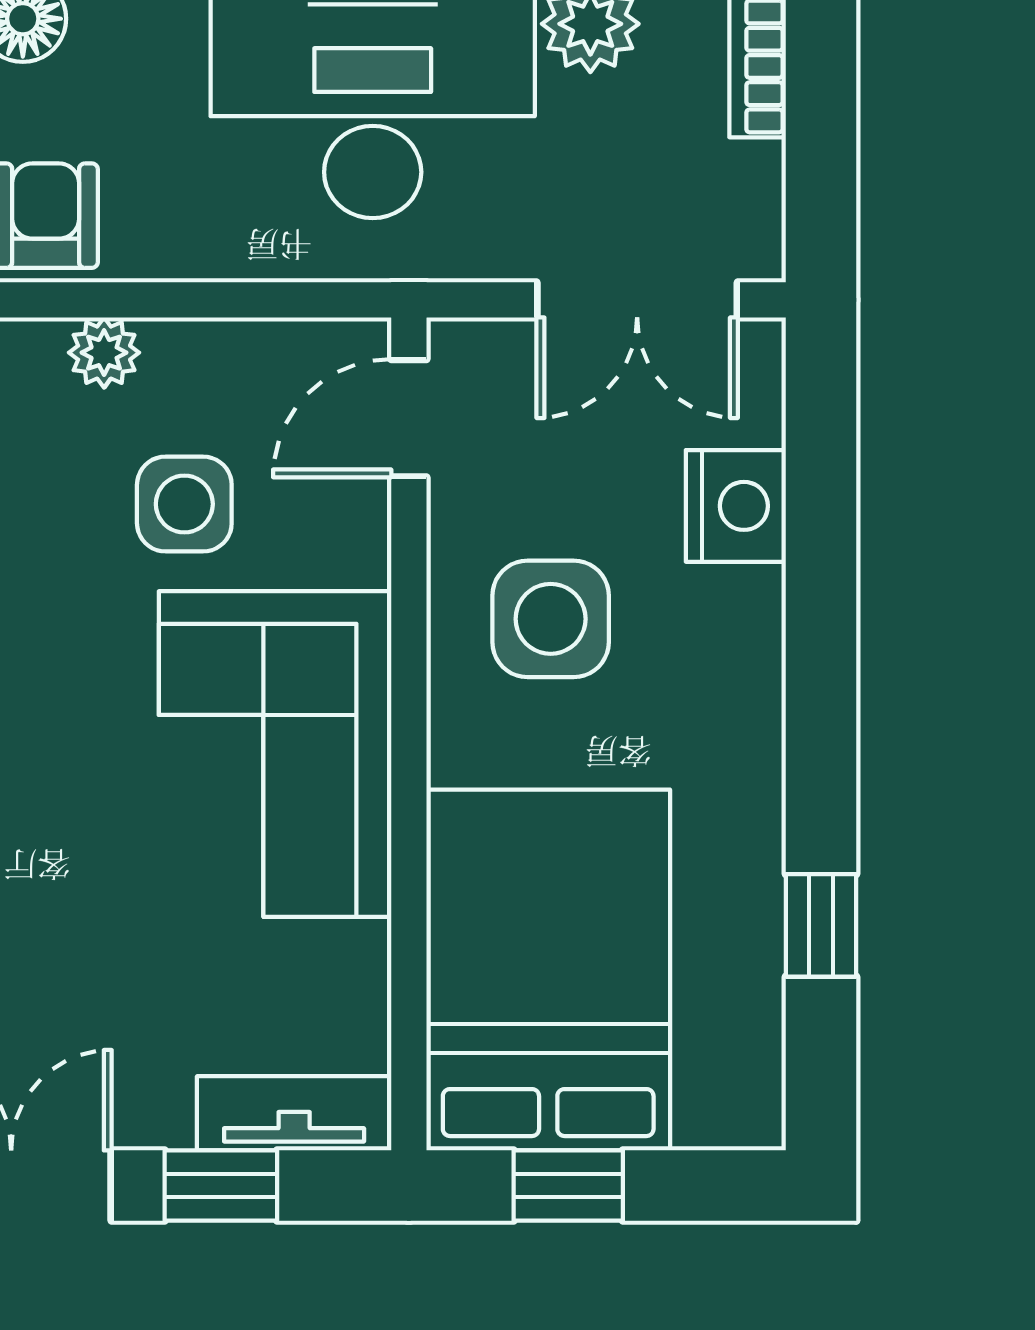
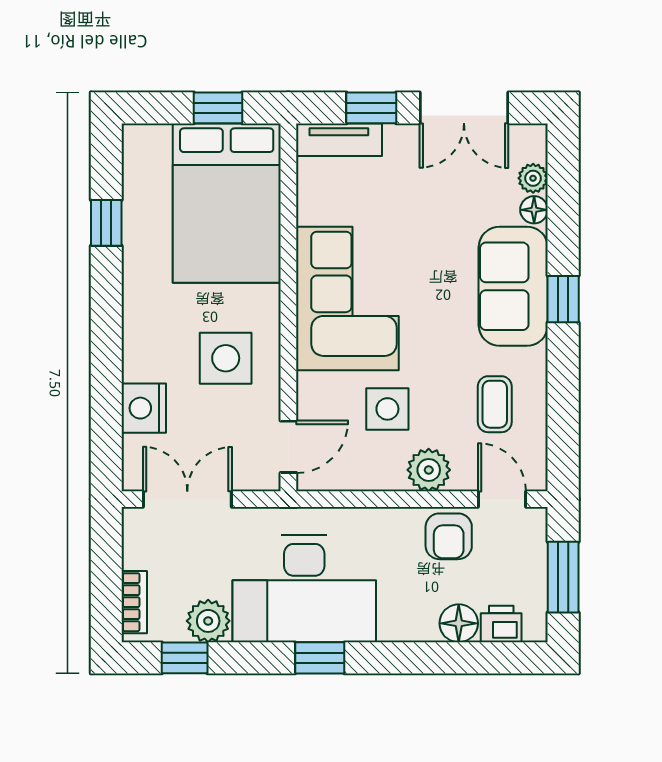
plant: (104, 353) -> (429, 470), width x1.38, depth x1.38

